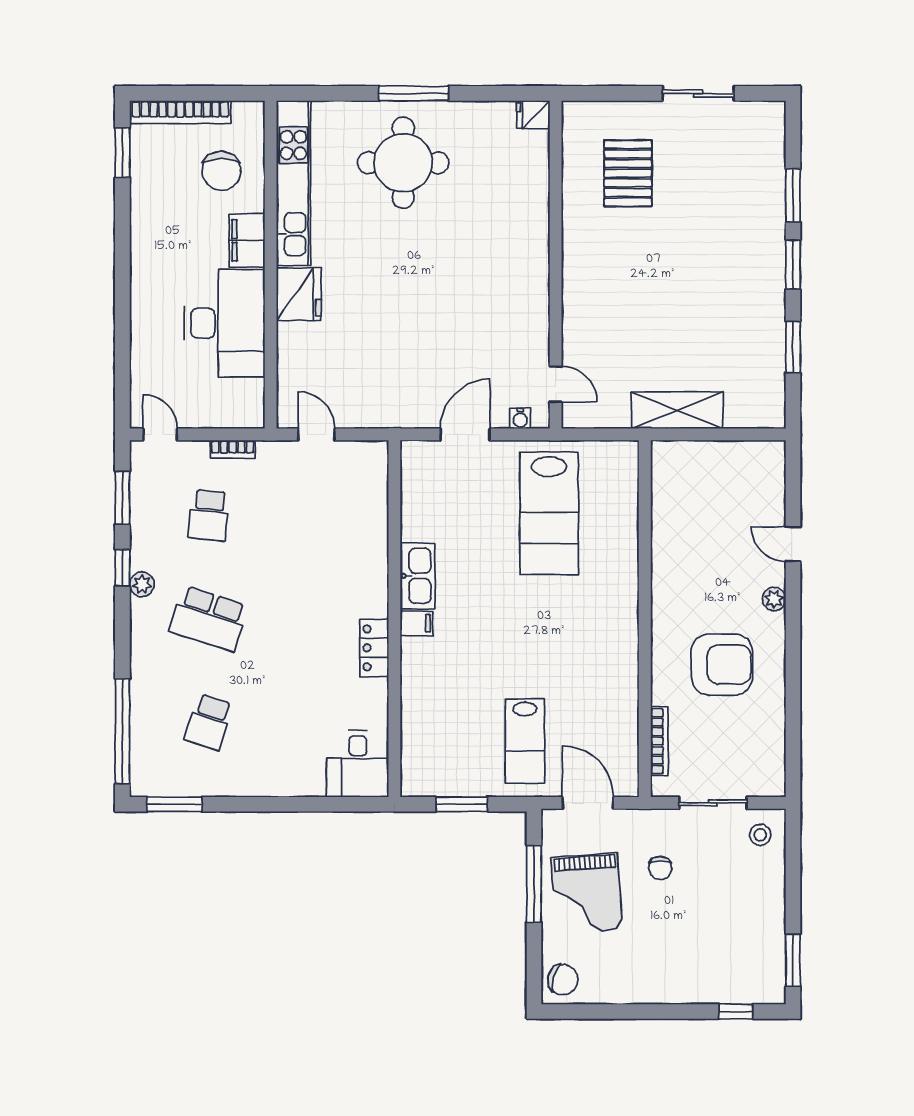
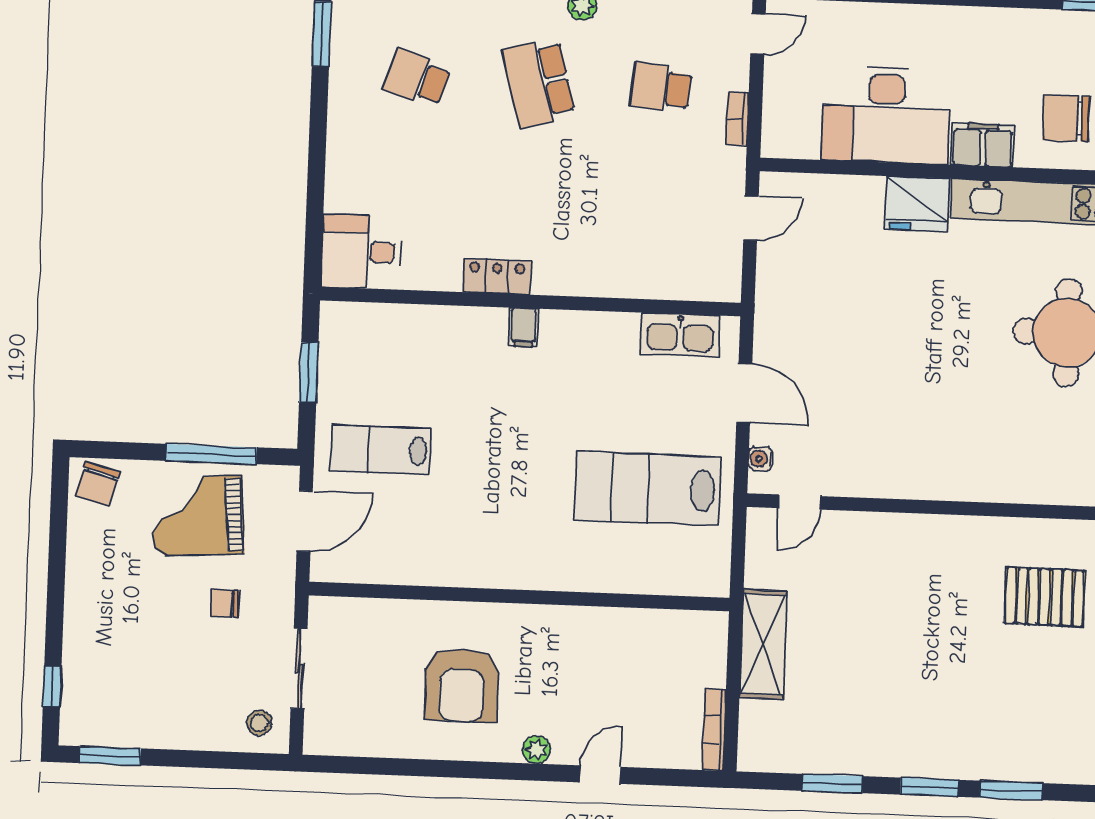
kitchen sink: (418, 576) -> (680, 335), moved
school desk: (209, 619) -> (539, 83), turned -33
bookcase: (659, 741) -> (714, 730), moved, turned 90

